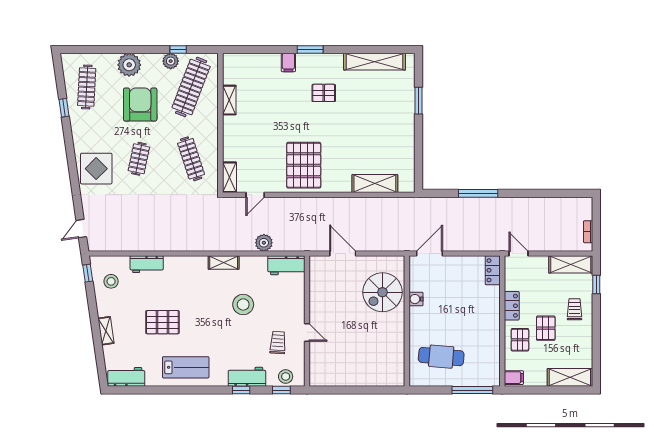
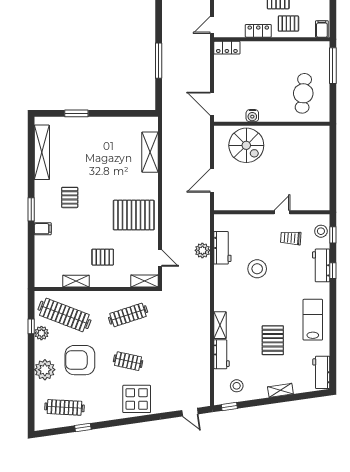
pallet: (256, 130) -> (103, 257), added
shelving: (224, 263) -> (220, 325), moved
workbench: (286, 265) -> (222, 248), moved

